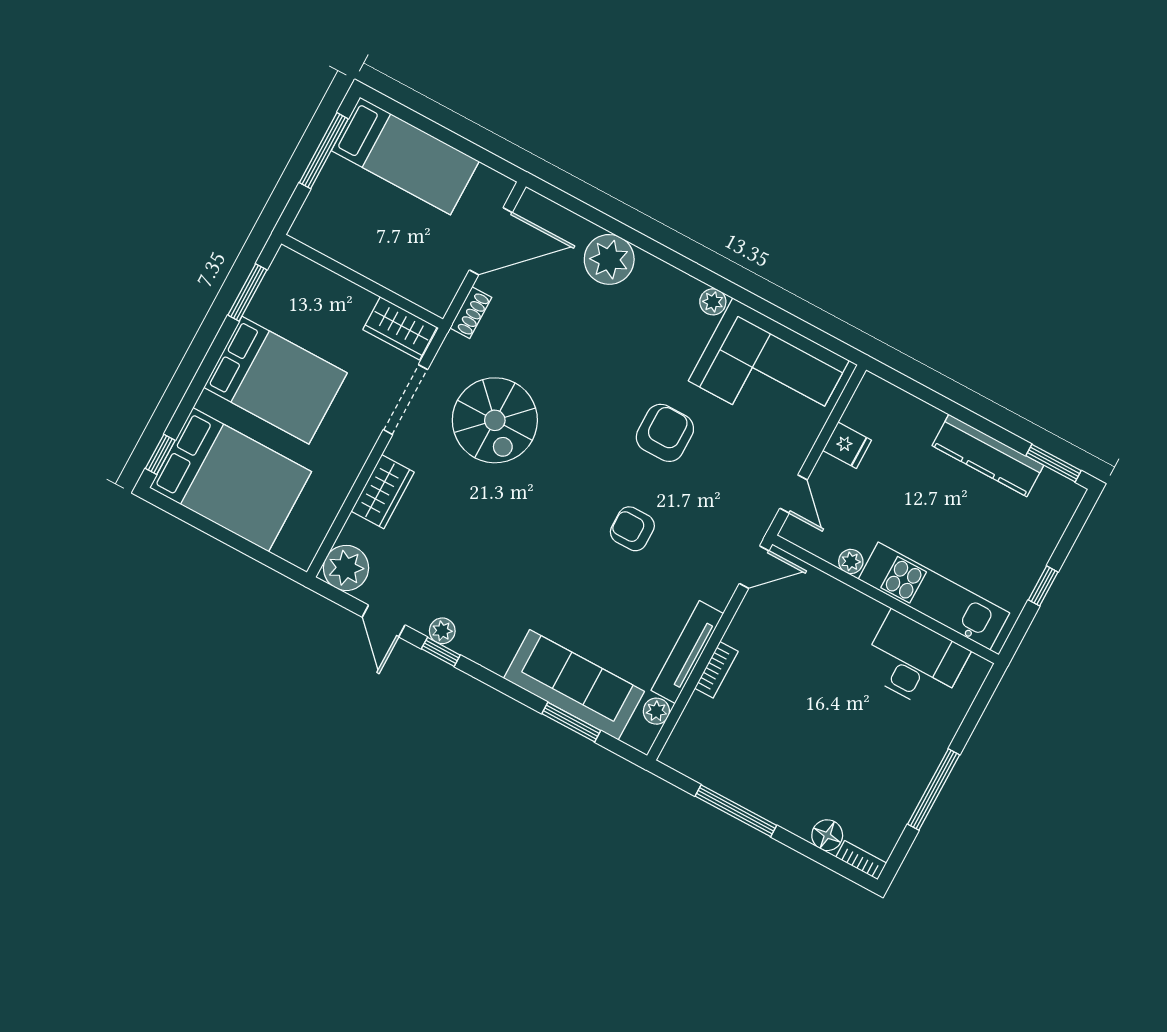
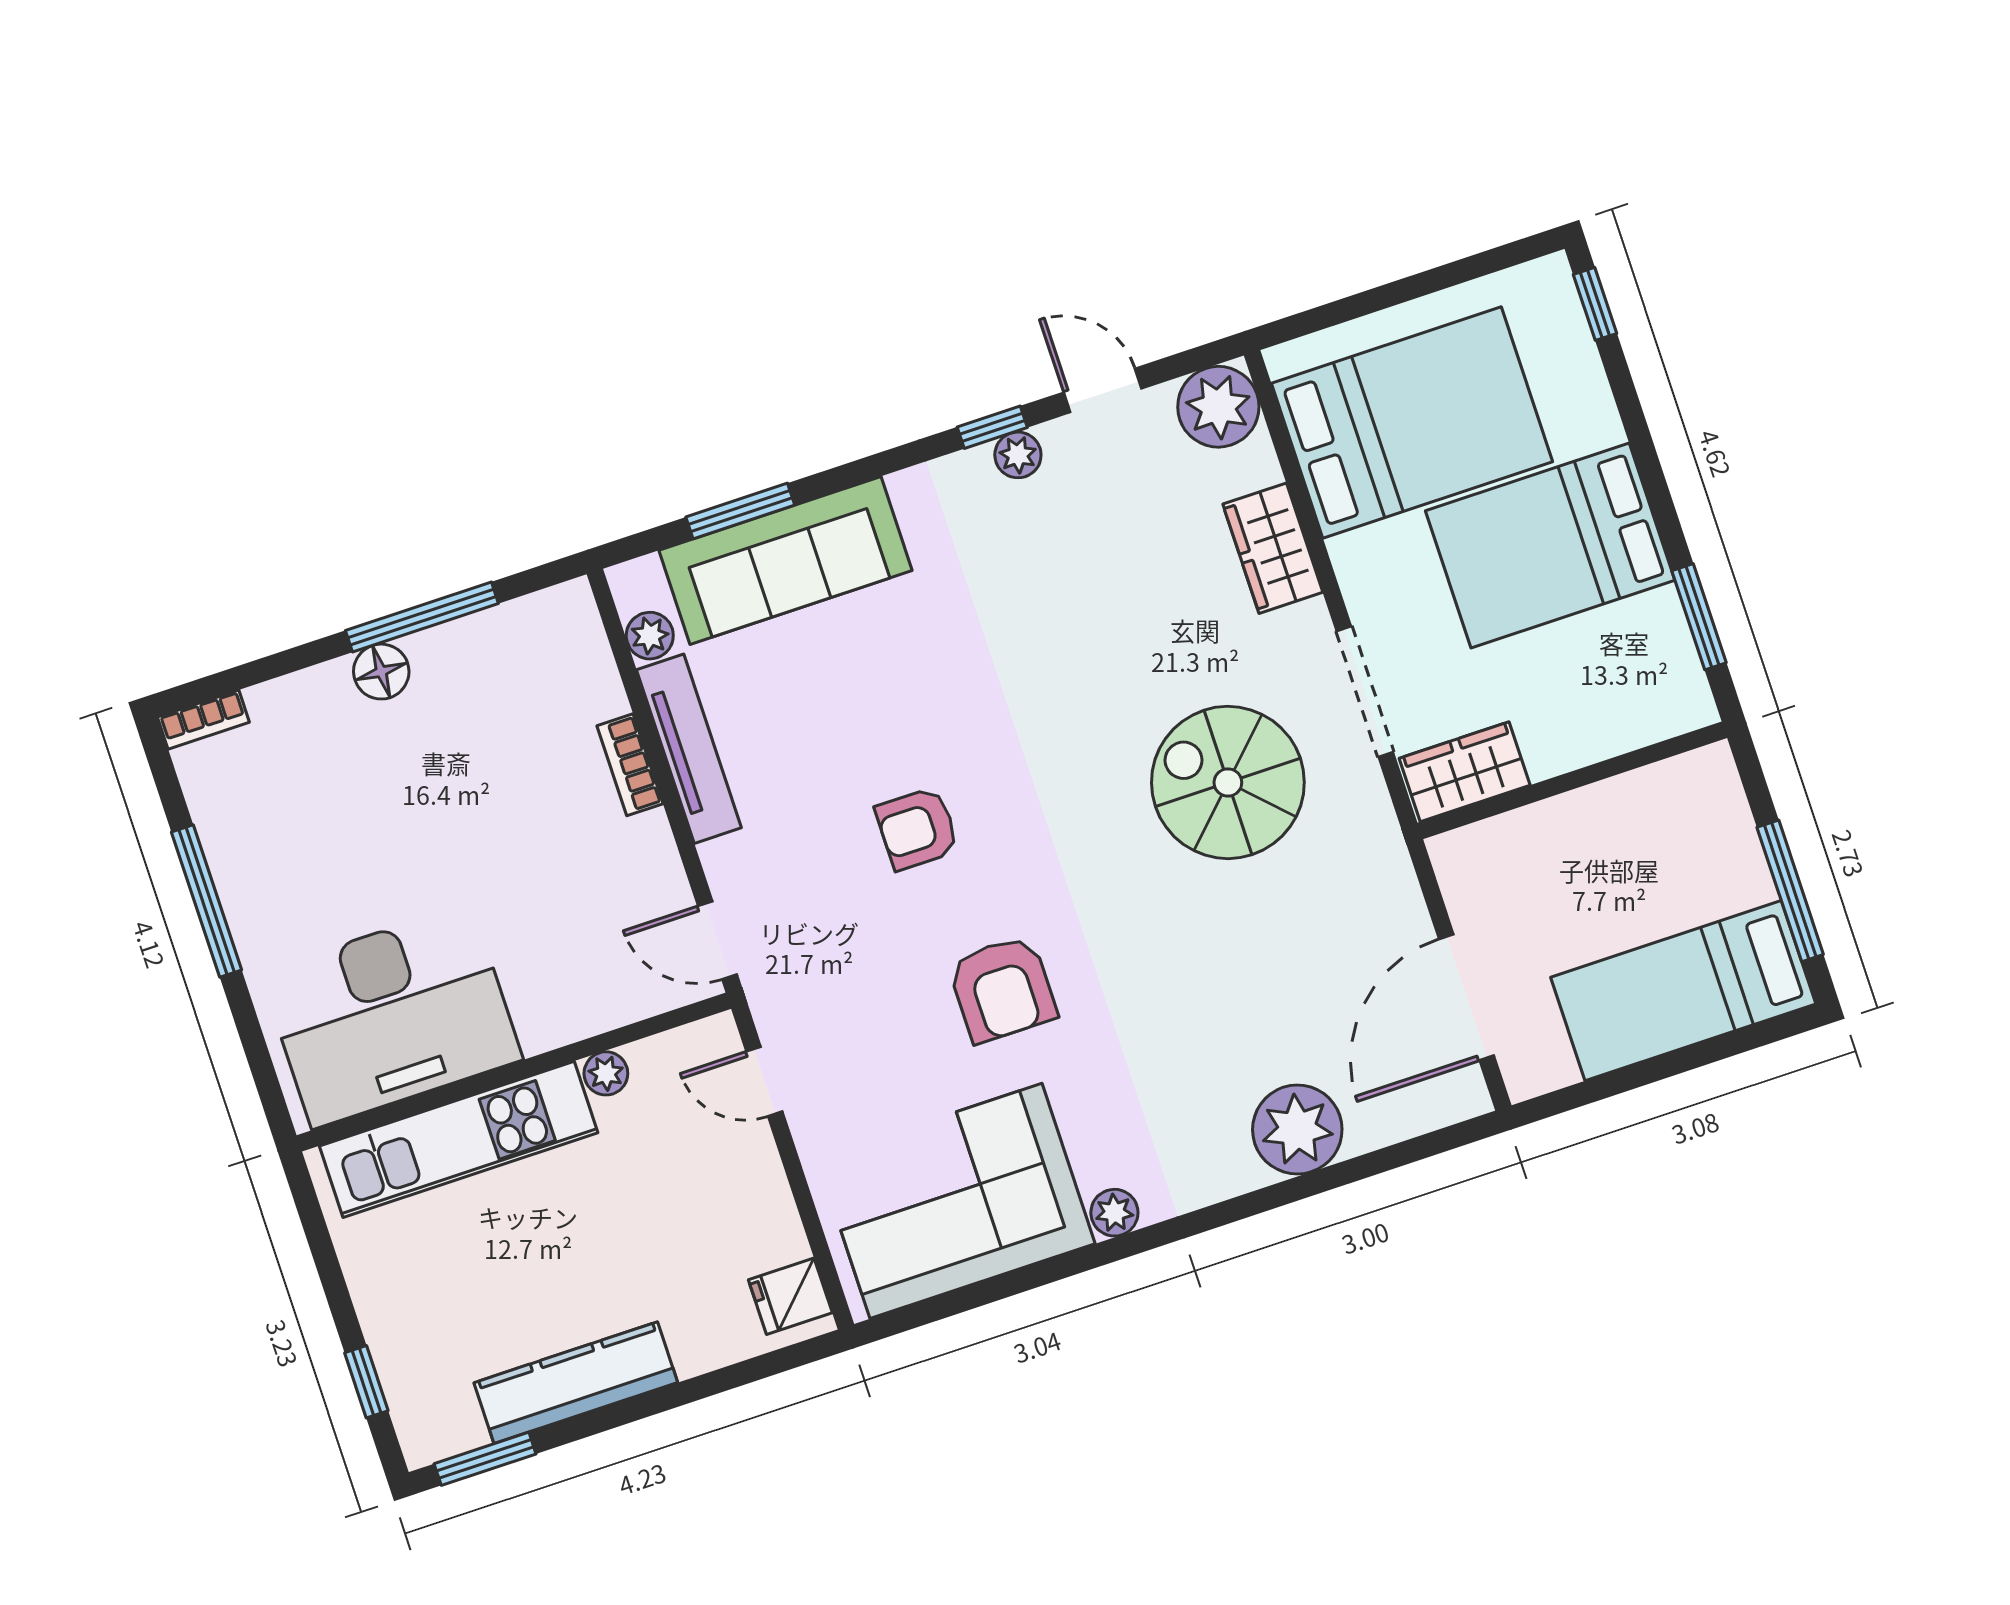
shoe rack: (471, 313) -> (1398, 883), removed
fridge: (847, 445) -> (790, 1296), moved
bed: (231, 480) -> (1412, 422), moved, turned 180
armchair: (632, 529) -> (917, 829), turned 180
door: (754, 567) -> (717, 940), hinge flipped
window: (1043, 586) -> (366, 1382), moved
desk: (915, 661) -> (391, 1016), width x1.36, depth x1.30
floor lamp: (827, 835) -> (381, 672), moved

